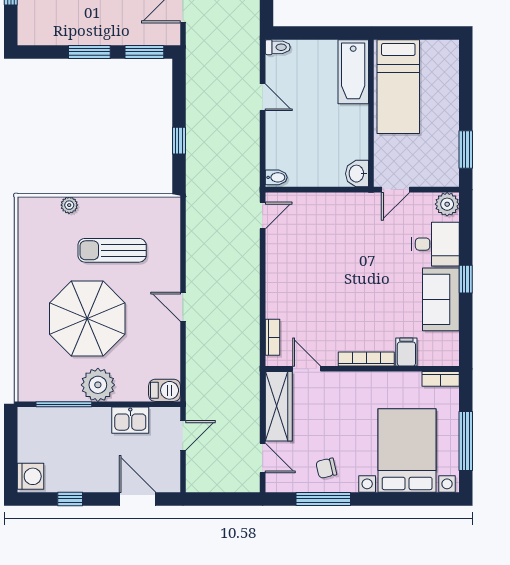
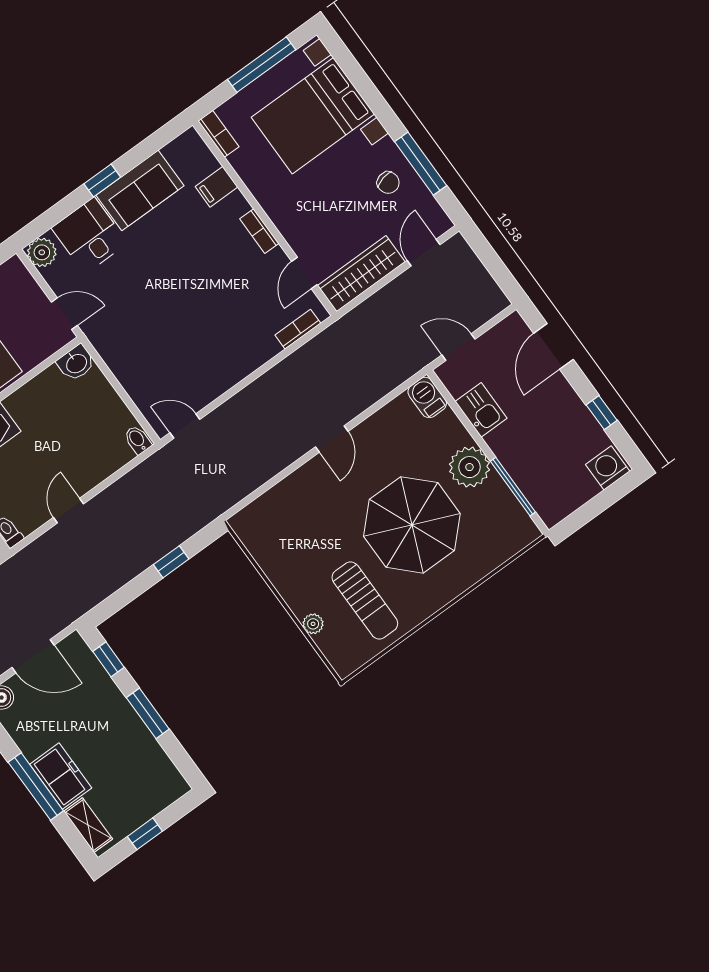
window: (144, 52) -> (109, 659), width x0.67
sun lounger: (112, 250) -> (365, 600), moved
bookcase: (366, 359) -> (259, 231), width x0.64

